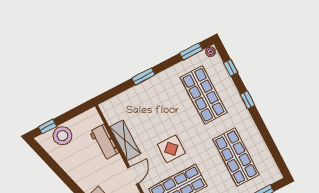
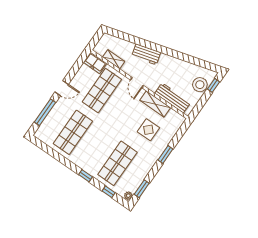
shop shelf: (204, 95) -> (117, 163), turned 90
workbench: (104, 142) -> (173, 98), width x1.38
display table: (171, 149) -> (148, 130), moved
shop shelf: (236, 157) -> (73, 132), turned 90

